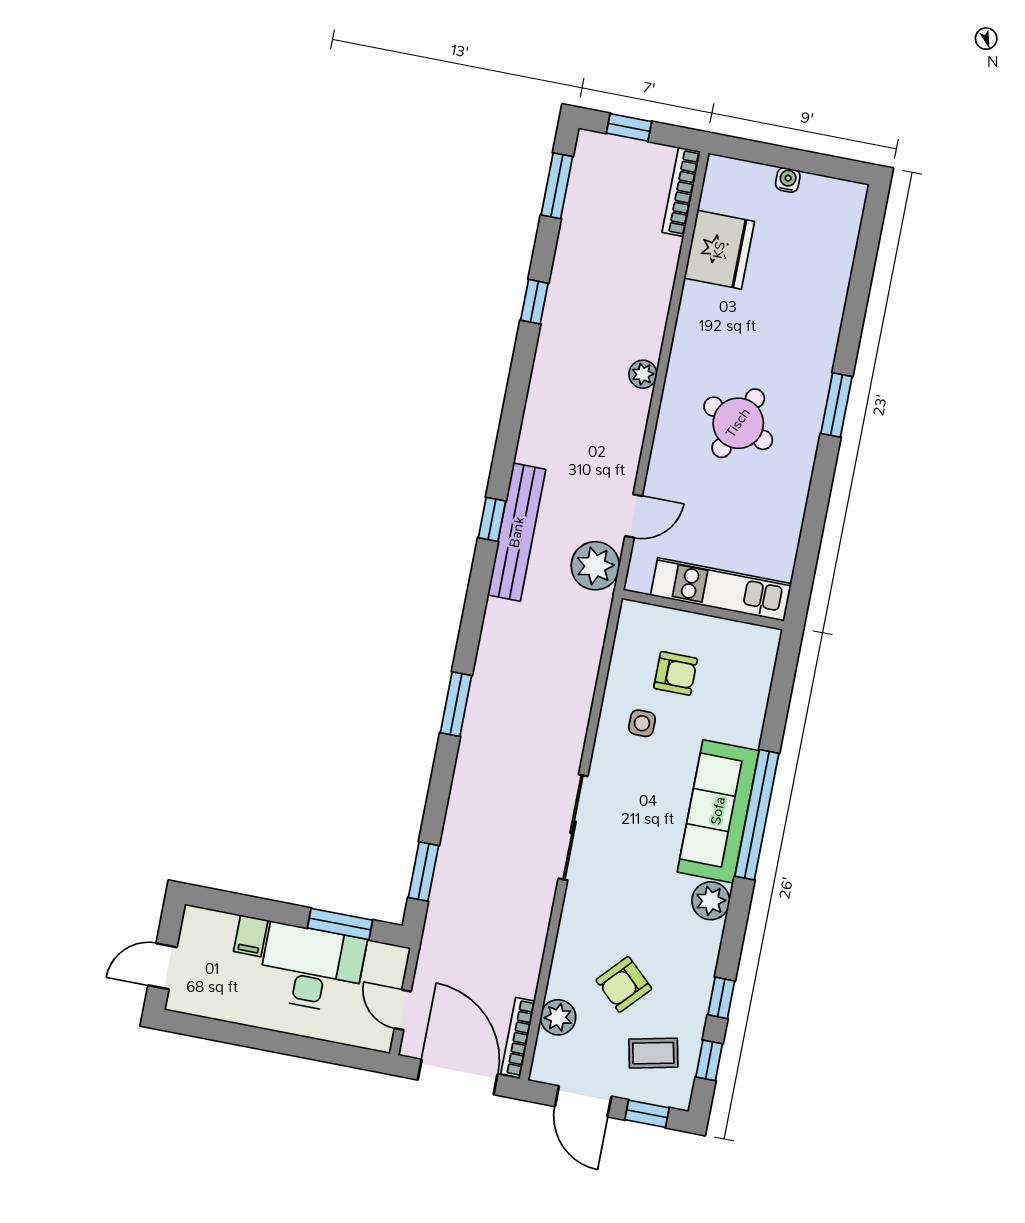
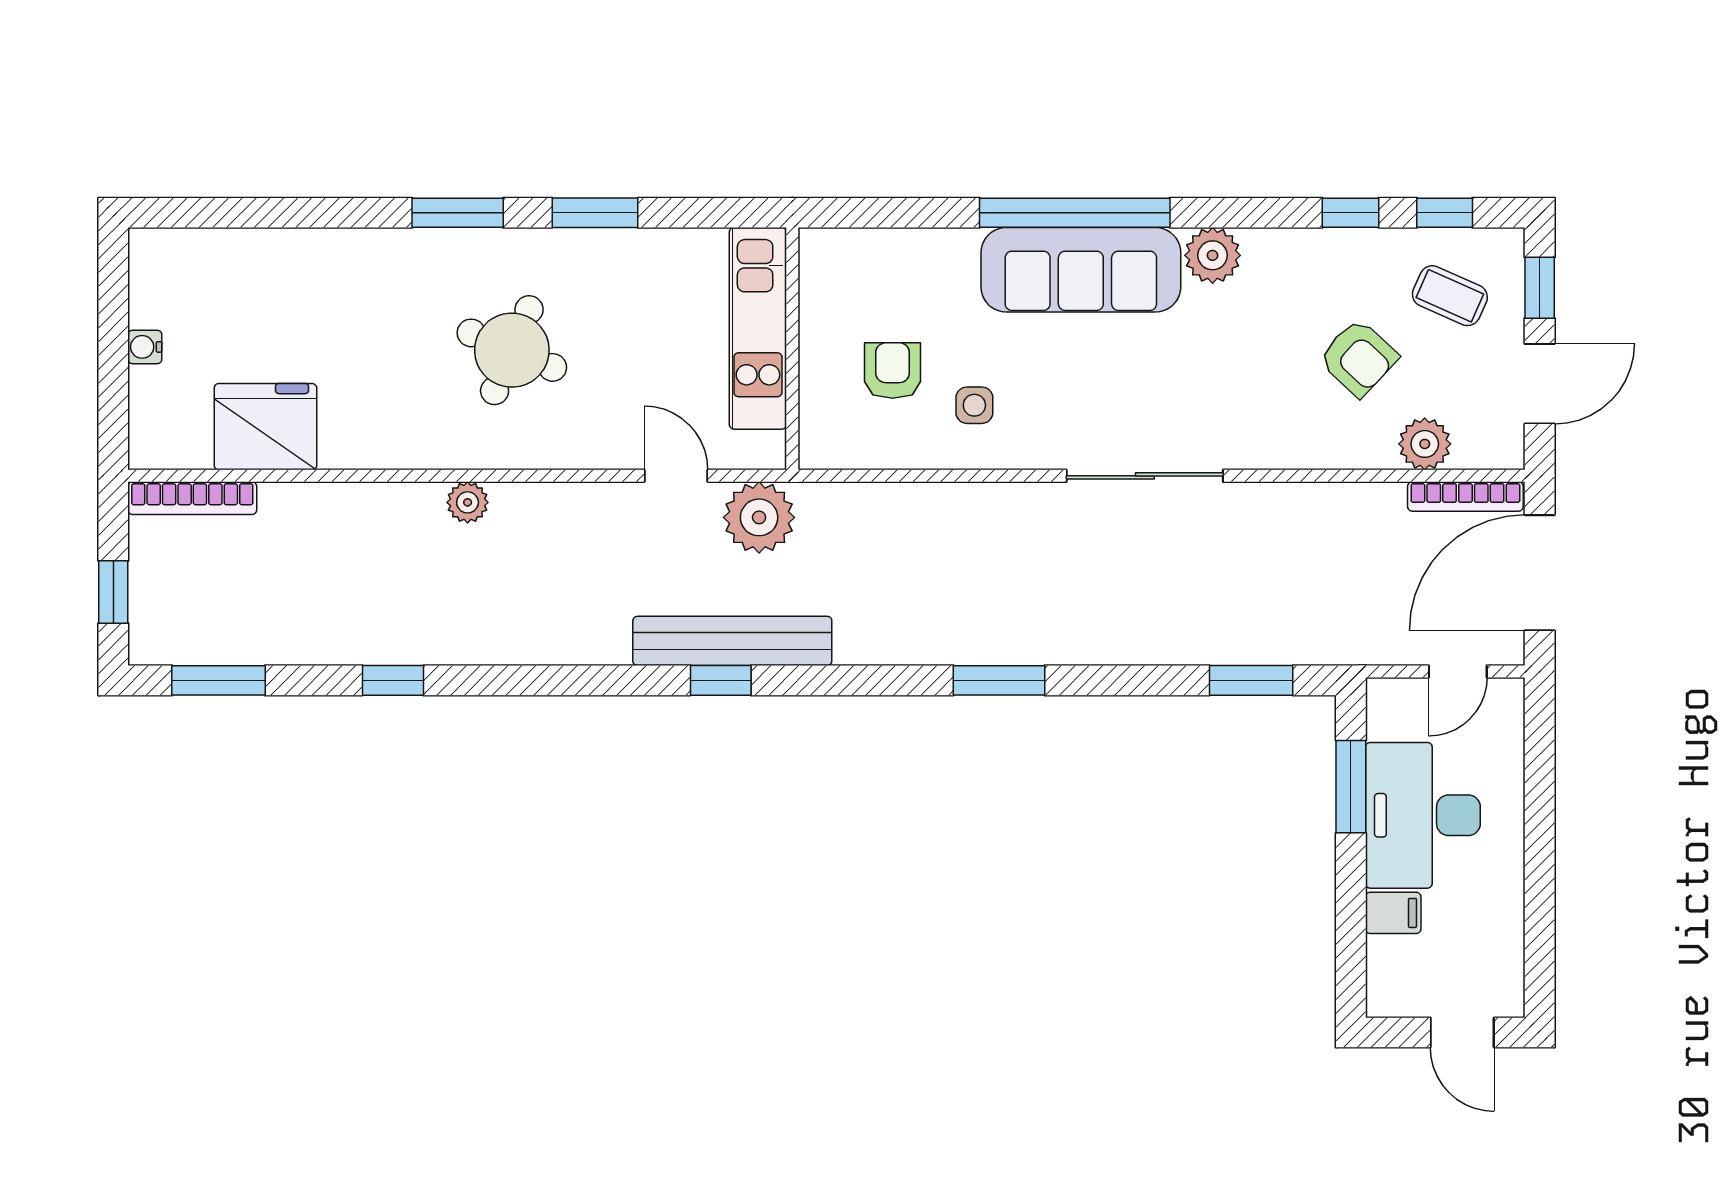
window: (819, 496) -> (595, 213), added
coffee table: (653, 1053) -> (1450, 296), turned -54

